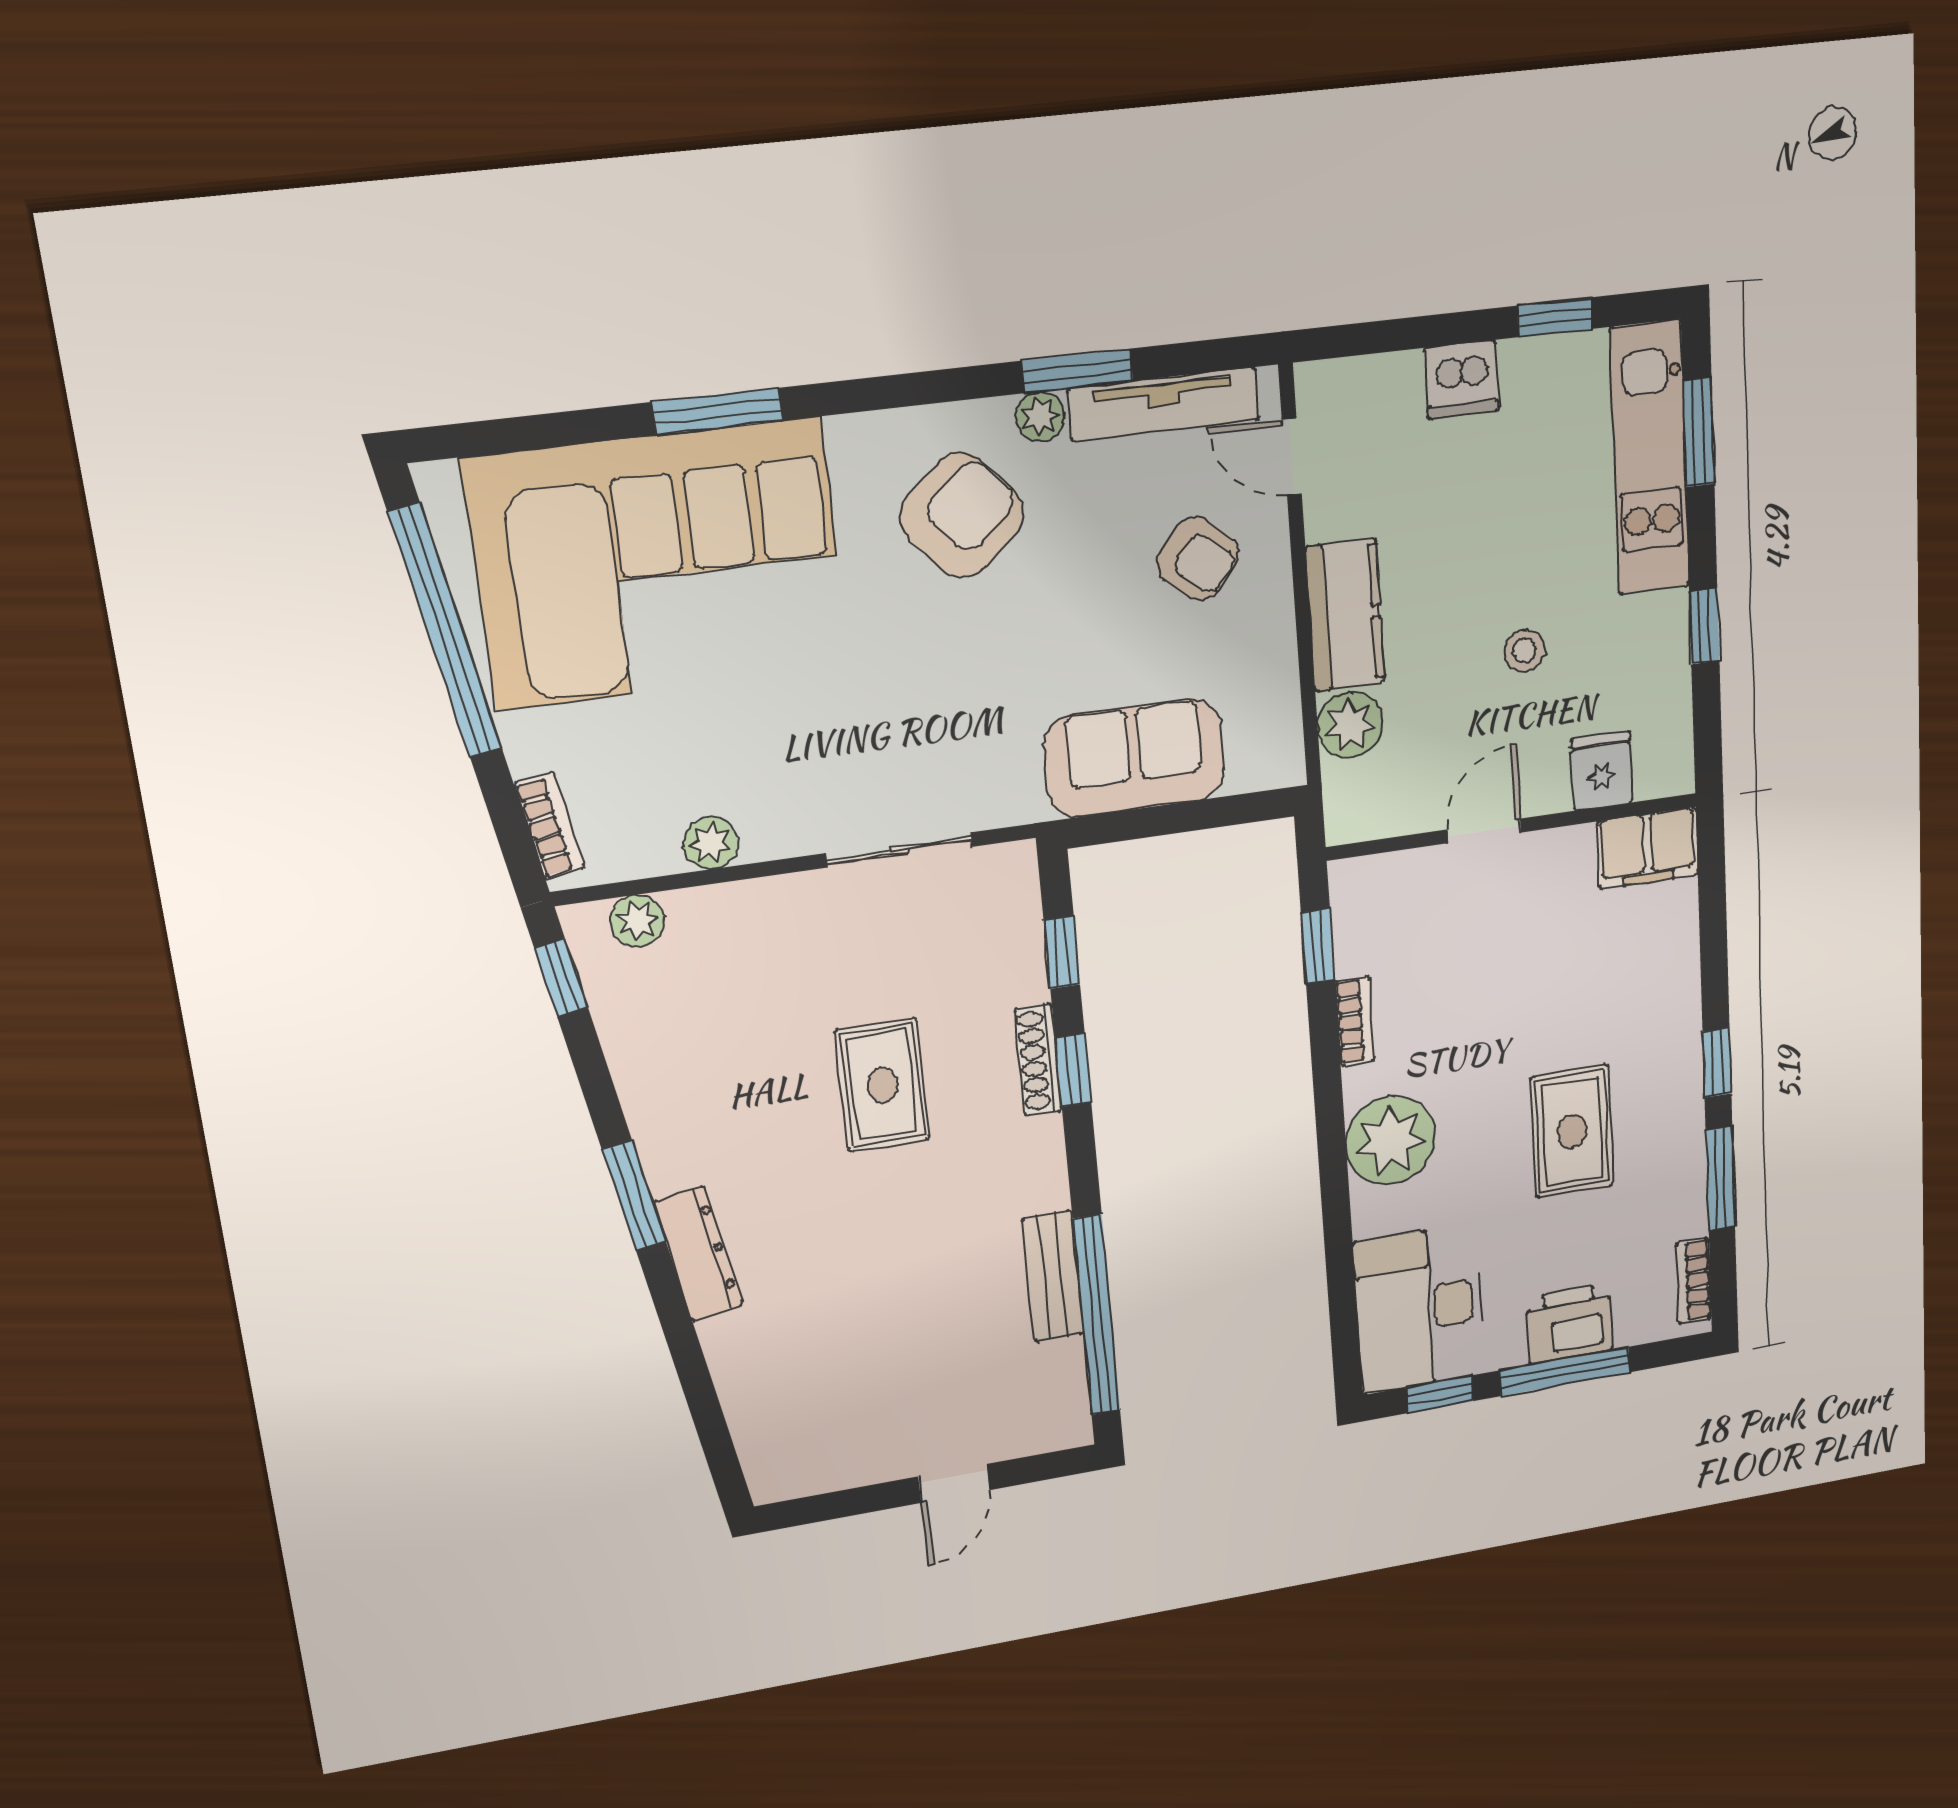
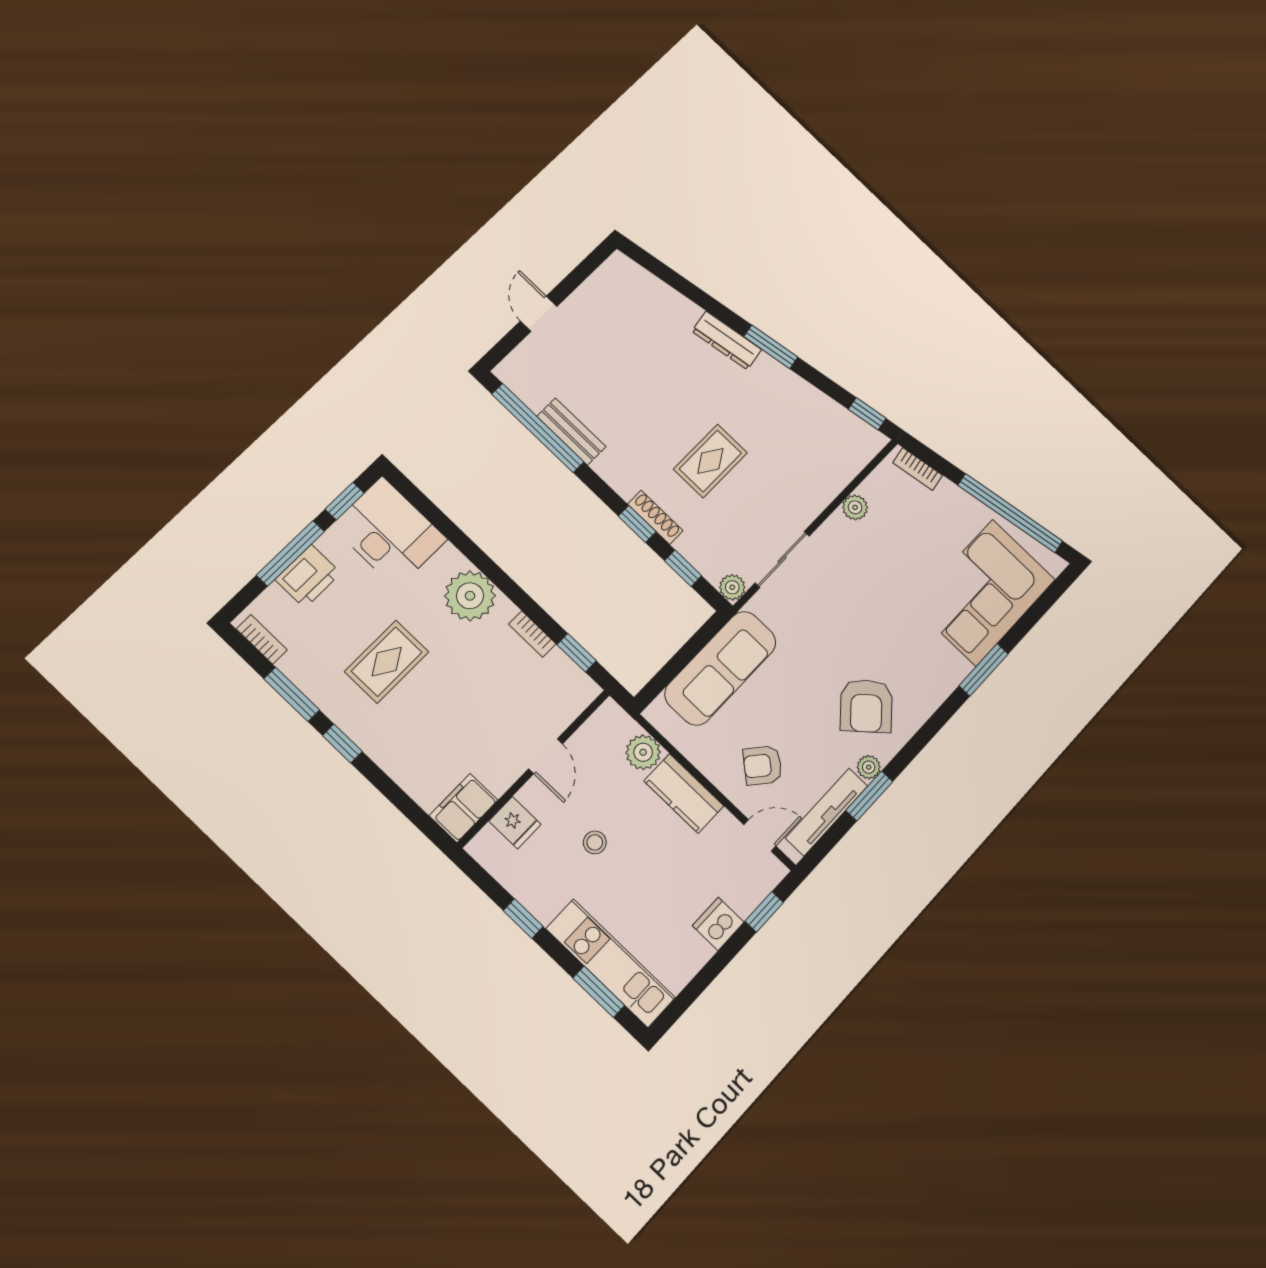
window: (1555, 317) -> (764, 912), moved
corner sofa: (658, 564) -> (984, 593), width x0.73, depth x0.74
sofa: (1134, 758) -> (720, 668), width x1.36
plant: (637, 921) -> (732, 587), moved
rug: (882, 1085) -> (710, 461), turned 90
rug: (1572, 1131) -> (387, 662), turned 90

